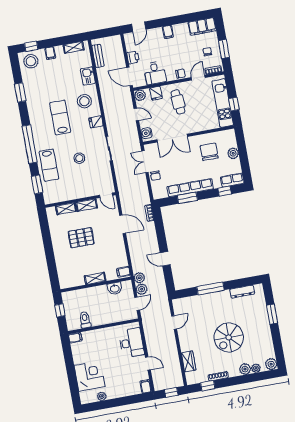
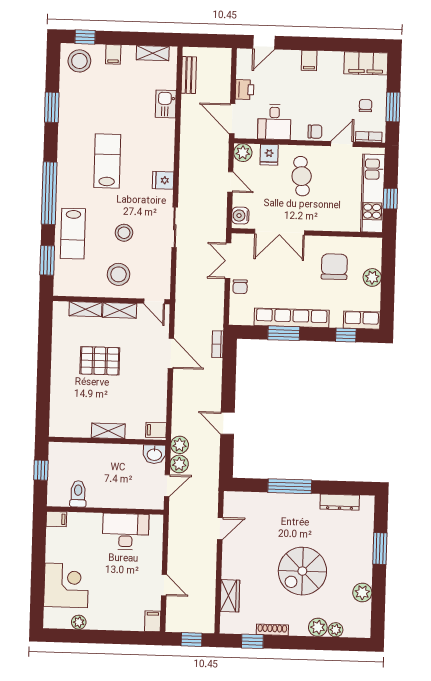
stool: (84, 101) -> (119, 274), moved
washbasin: (115, 288) -> (154, 454), moved
desk: (131, 343) -> (126, 532), moved, turned -90
plant: (271, 364) -> (362, 593), moved

